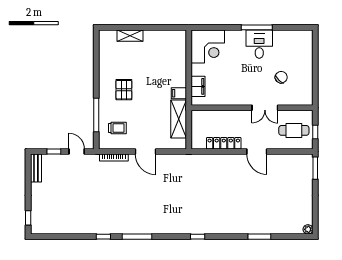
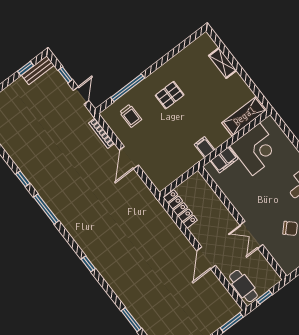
corner desk: (208, 47) -> (256, 149), moved, turned -90
shelving: (179, 119) -> (244, 116), moved
cafe table: (294, 130) -> (243, 286), moved
locker: (224, 143) -> (180, 209), moved
window: (28, 176) -> (25, 68), added

